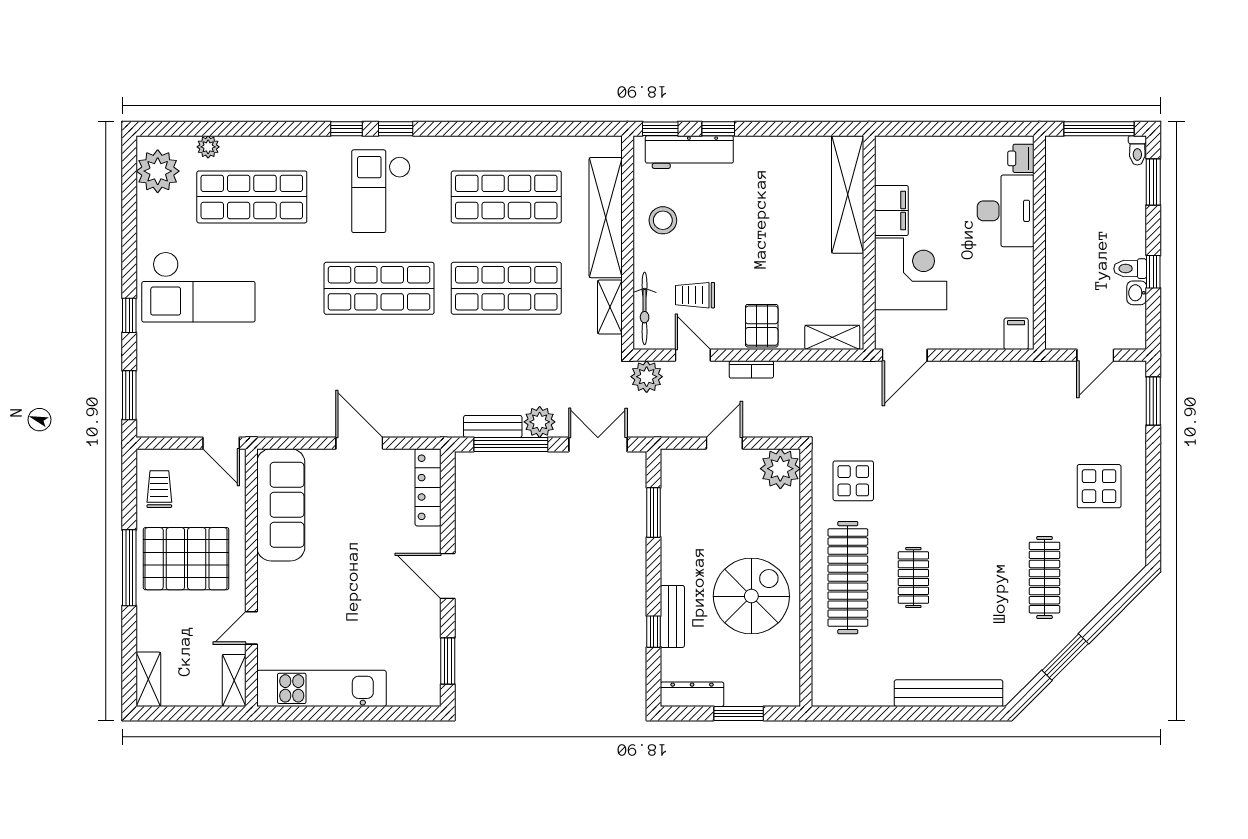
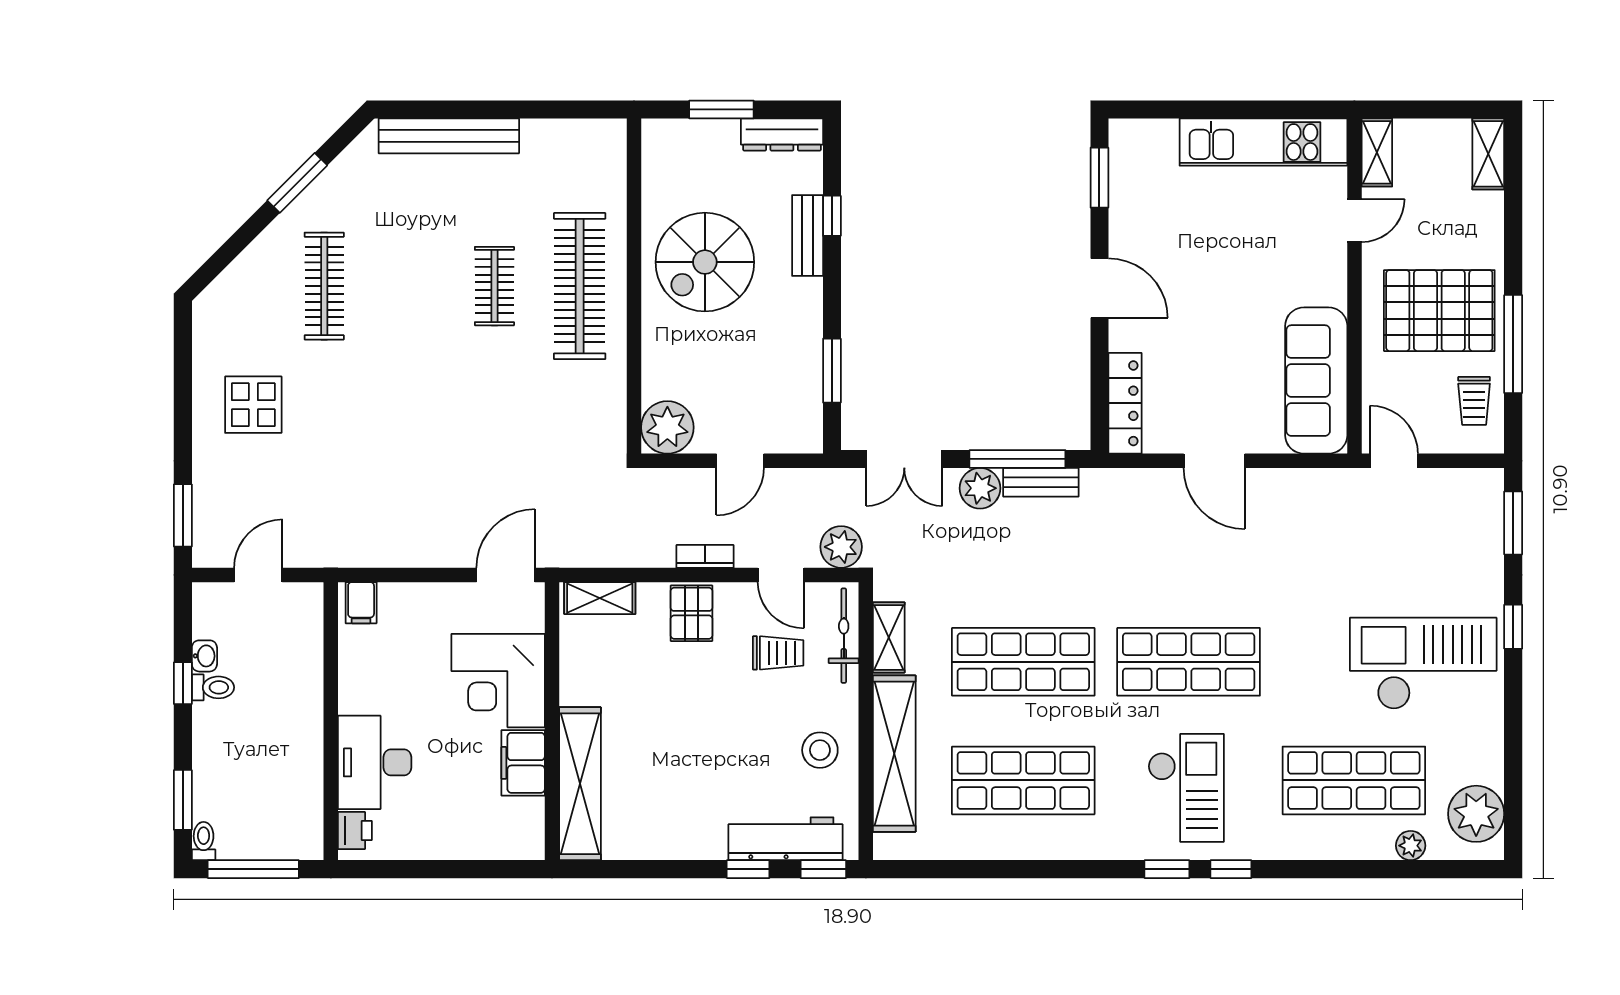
display table: (853, 481) -> (573, 412), removed
window: (129, 568) -> (1513, 344), moved

